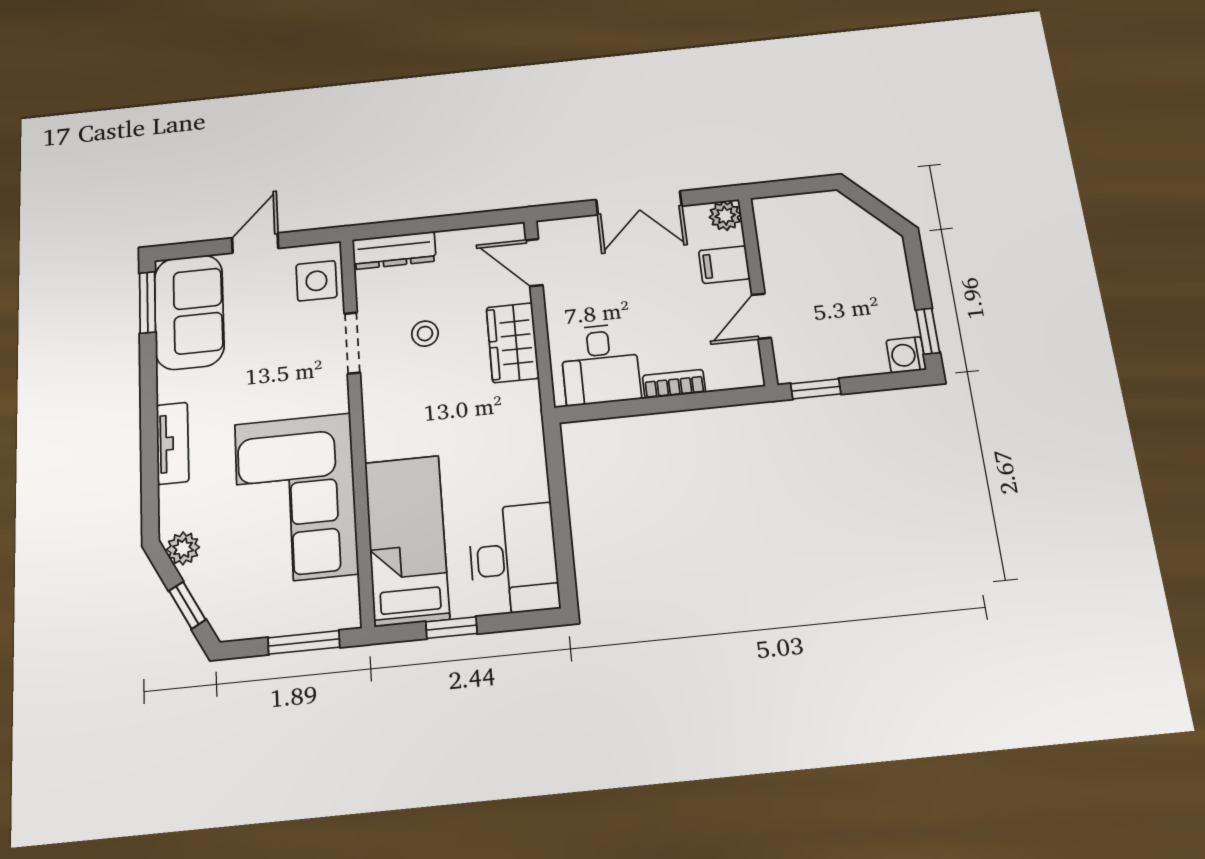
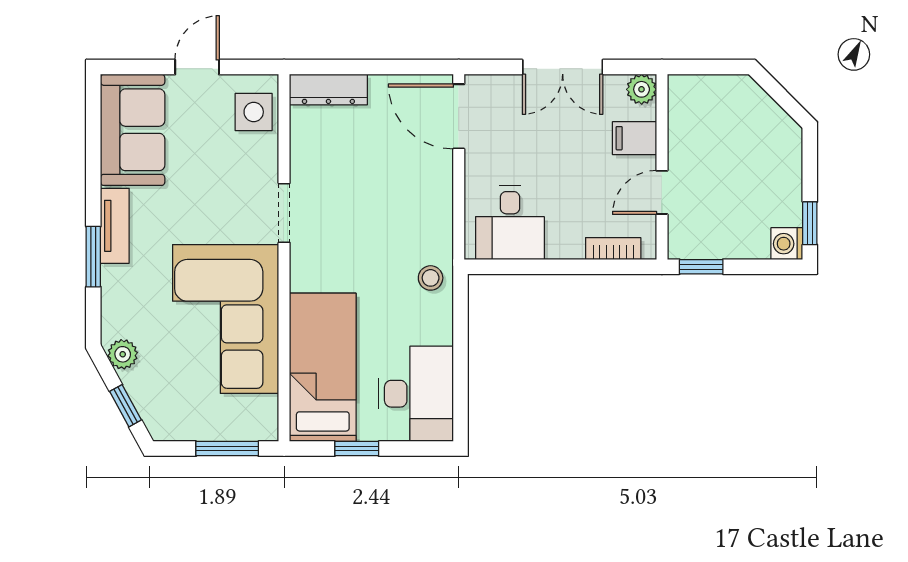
door: (534, 263) -> (459, 116), width x1.38
window: (147, 302) -> (93, 257), moved
stool: (425, 334) -> (431, 278), moved
doorway: (352, 343) -> (284, 213), moved
wardrobe: (513, 343) -> (432, 193), removed
bookcase: (674, 384) -> (613, 249), moved
tv unit: (172, 443) -> (115, 226), moved

